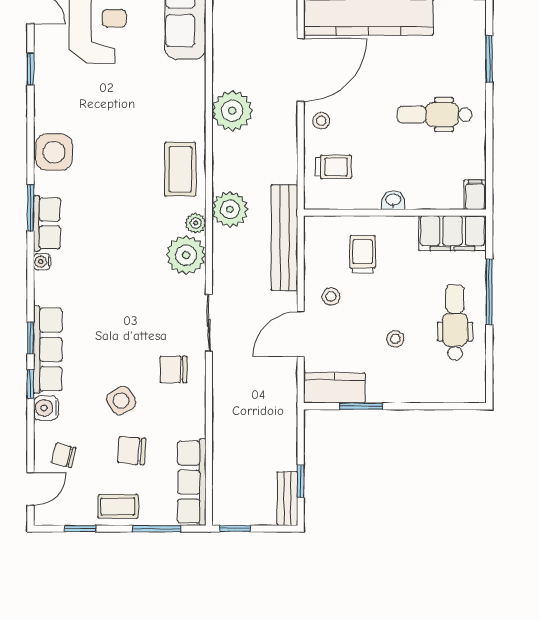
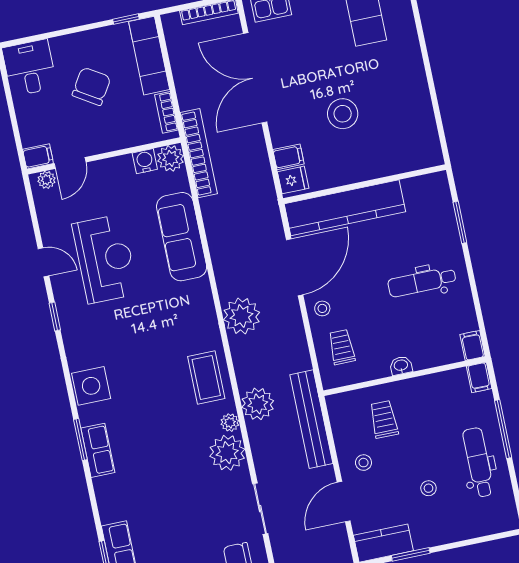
trolley: (333, 167) -> (342, 347), turned -90
filing cabinet: (452, 233) -> (479, 377), width x0.33, depth x0.86
water cooler: (42, 262) -> (101, 485), removed

